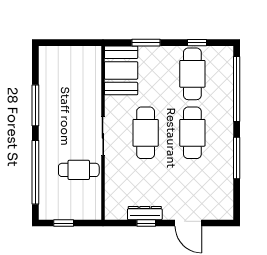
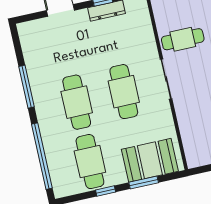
window: (197, 43) -> (106, 191), moved
booth: (121, 70) -> (150, 160), moved, turned 90

